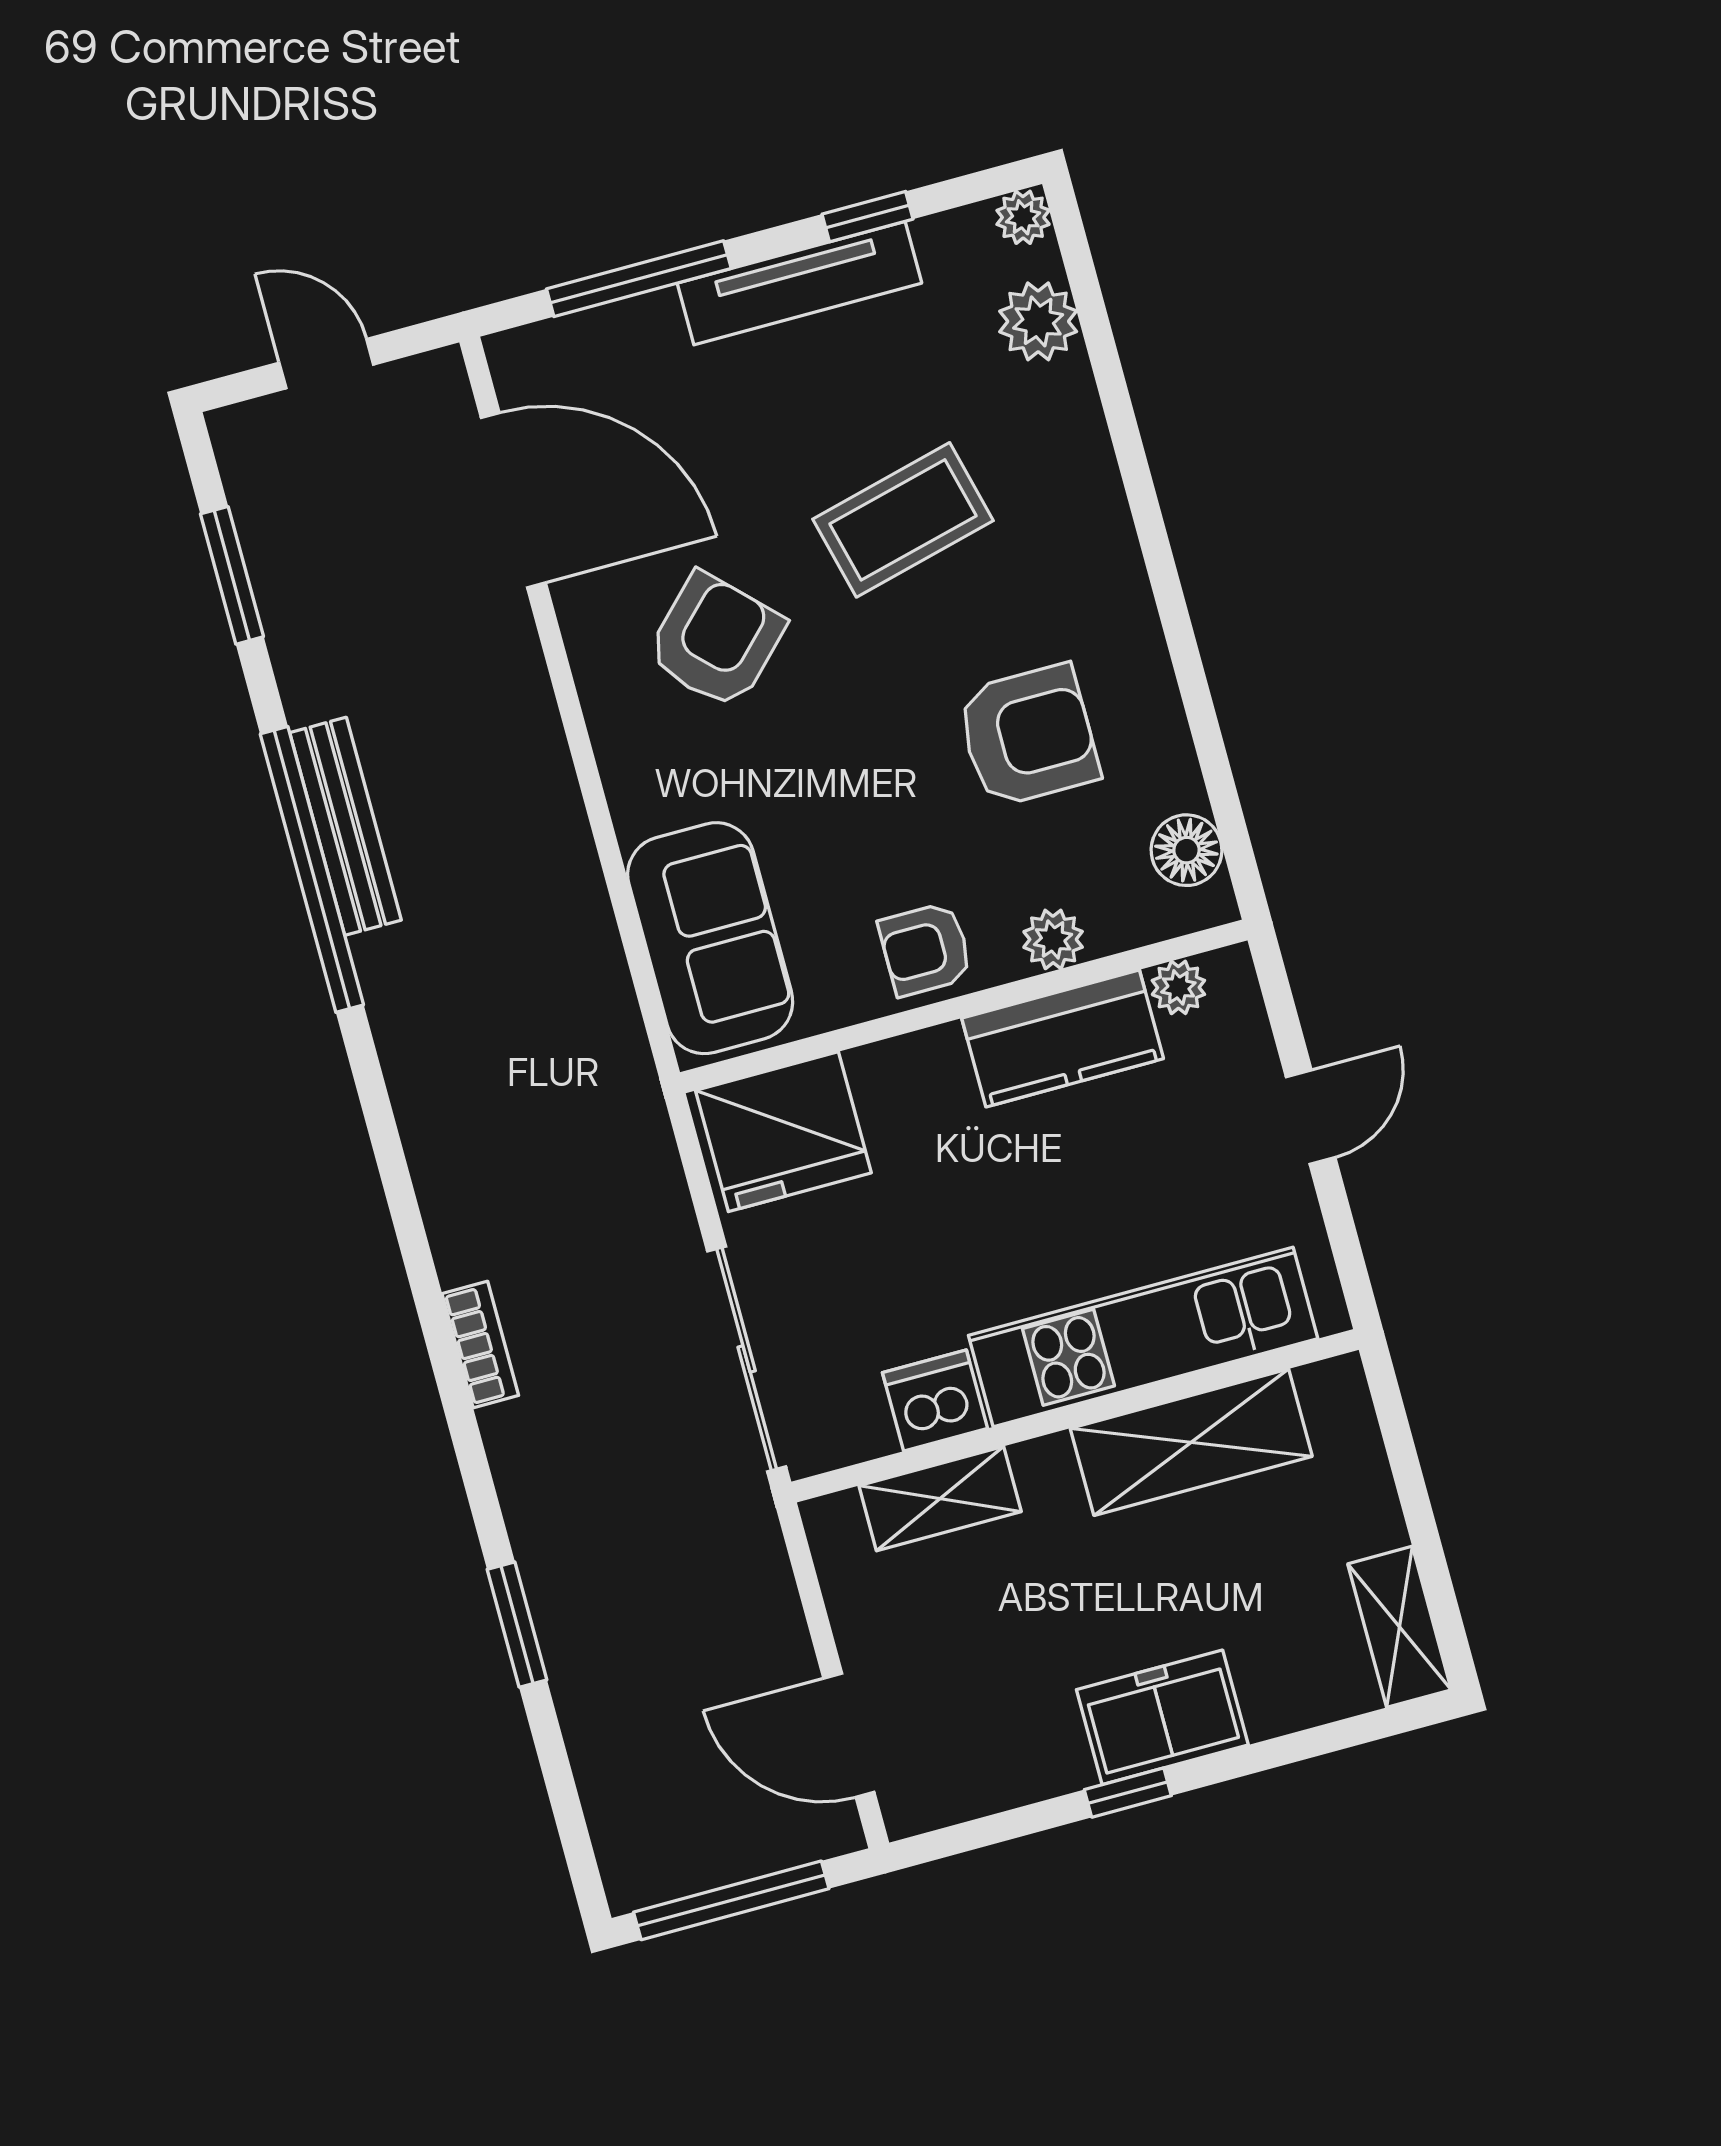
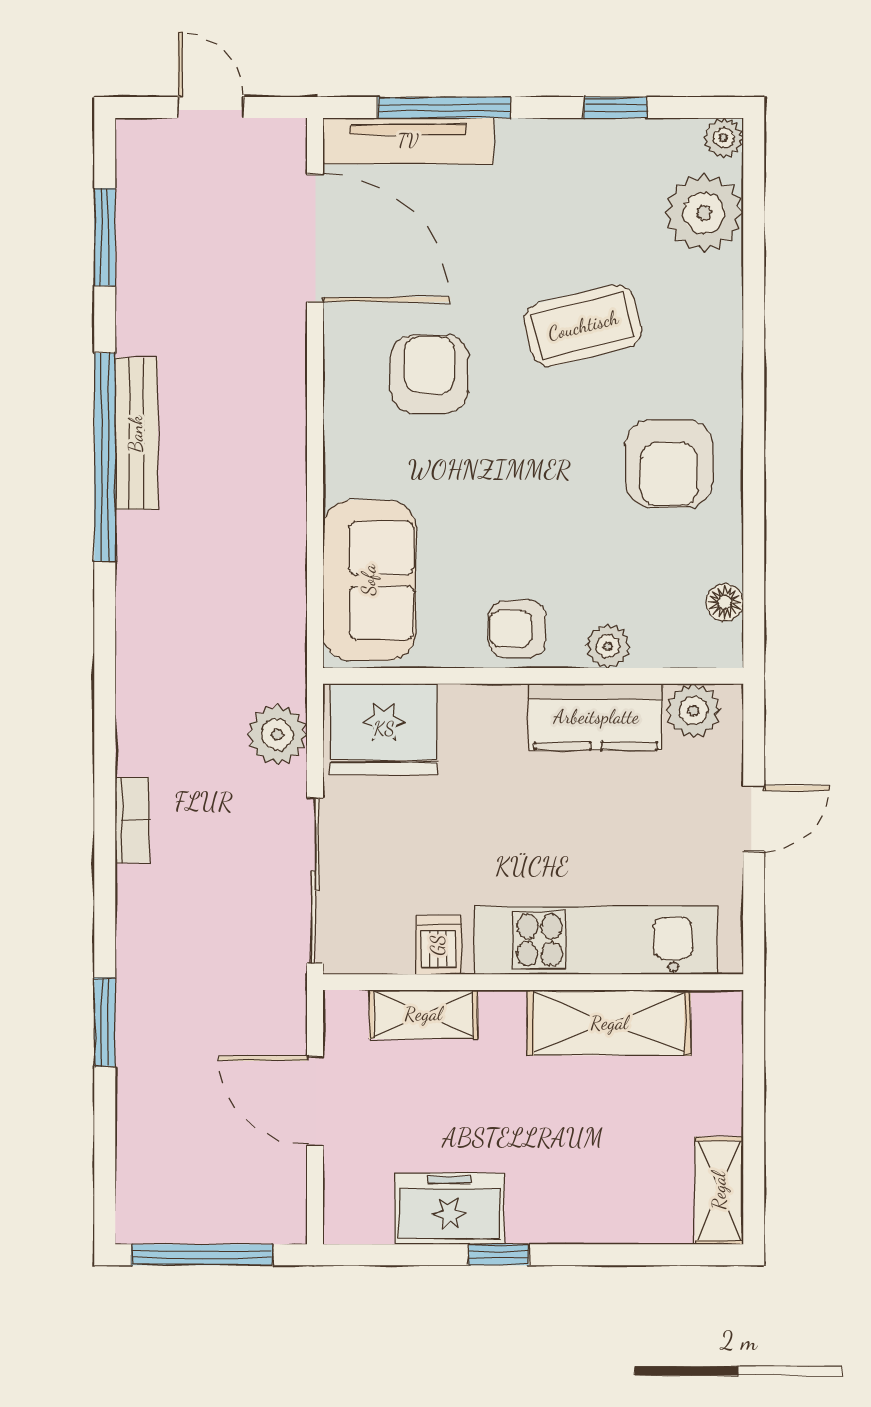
tv unit: (799, 283) -> (408, 141), moved
plant: (1038, 321) -> (704, 213), width x1.36, depth x1.36
armchair: (716, 641) -> (430, 374), turned -45
armchair: (1028, 736) -> (669, 463), moved, turned 90
floor lamp: (1186, 850) -> (725, 602), width x0.73, depth x0.73
plant: (1178, 987) -> (693, 711), width x1.38, depth x1.38
plant: (643, 1178) -> (277, 735), added
dishwasher: (935, 1400) -> (438, 945), width x0.73
freezer: (1162, 1717) -> (449, 1209), moved
door: (849, 1735) -> (315, 1101), moved

